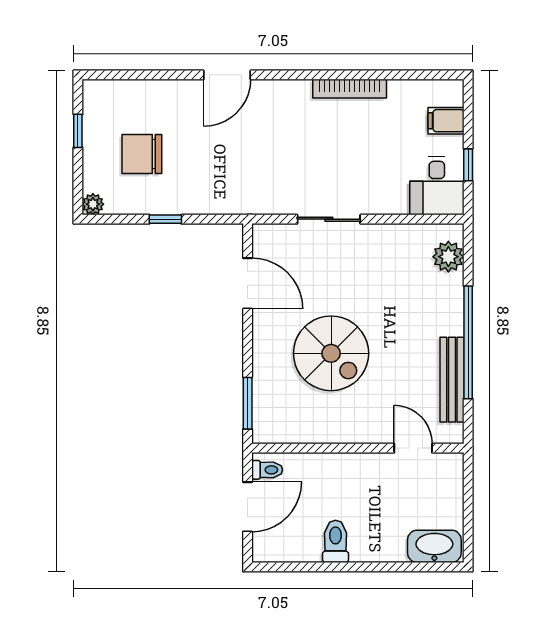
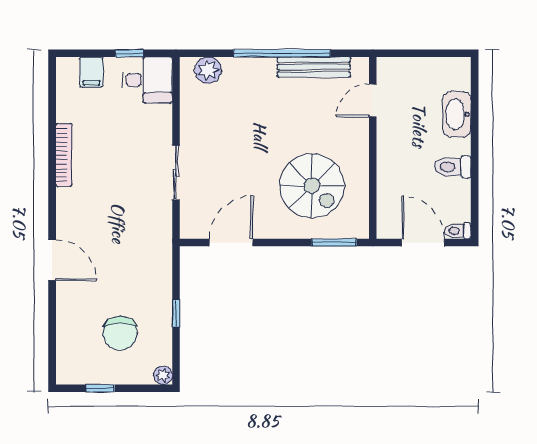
spiral stairs: (331, 353) -> (312, 186), moved, turned 90
toilet: (267, 470) -> (458, 231), moved, turned -90
washbasin: (434, 546) -> (457, 114), moved

